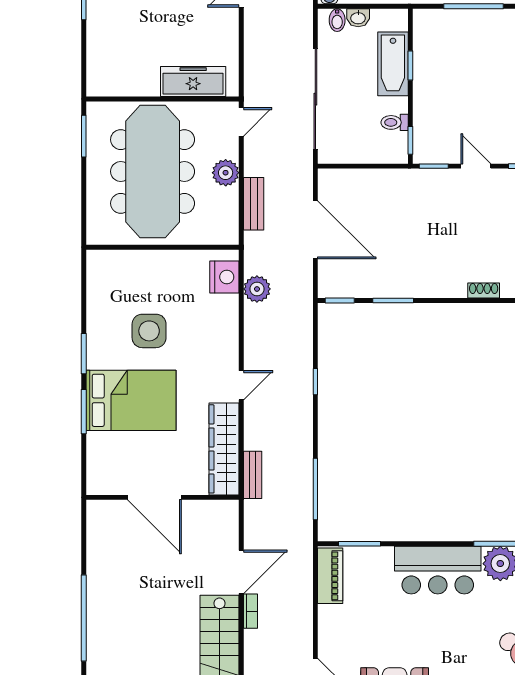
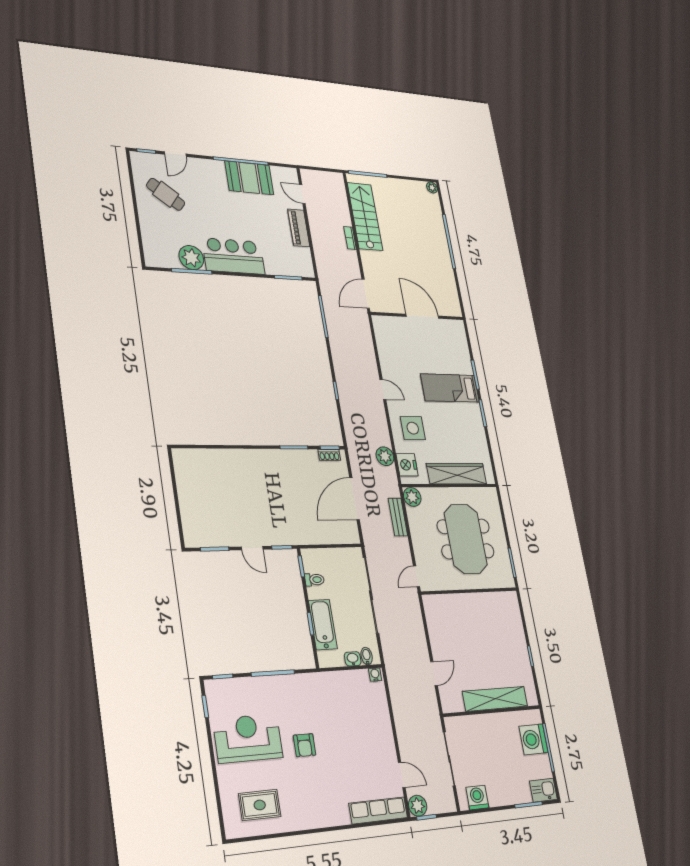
freezer: (193, 82) -> (453, 605), removed
meeting table: (153, 171) -> (466, 539), width x0.73
plant: (226, 173) -> (412, 497), moved
door: (315, 230) -> (354, 499), hinge flipped
shoe rack: (484, 290) -> (329, 455), moved
side table: (149, 331) -> (413, 428), moved
door: (241, 385) -> (383, 389), swing flipped
bed: (131, 400) -> (450, 388), width x0.67
wardrobe: (224, 449) -> (456, 474), moved, turned -90
bench: (253, 475) -> (365, 328), removed
door: (241, 572) -> (366, 294), moved
piano: (330, 576) -> (299, 228), moved

